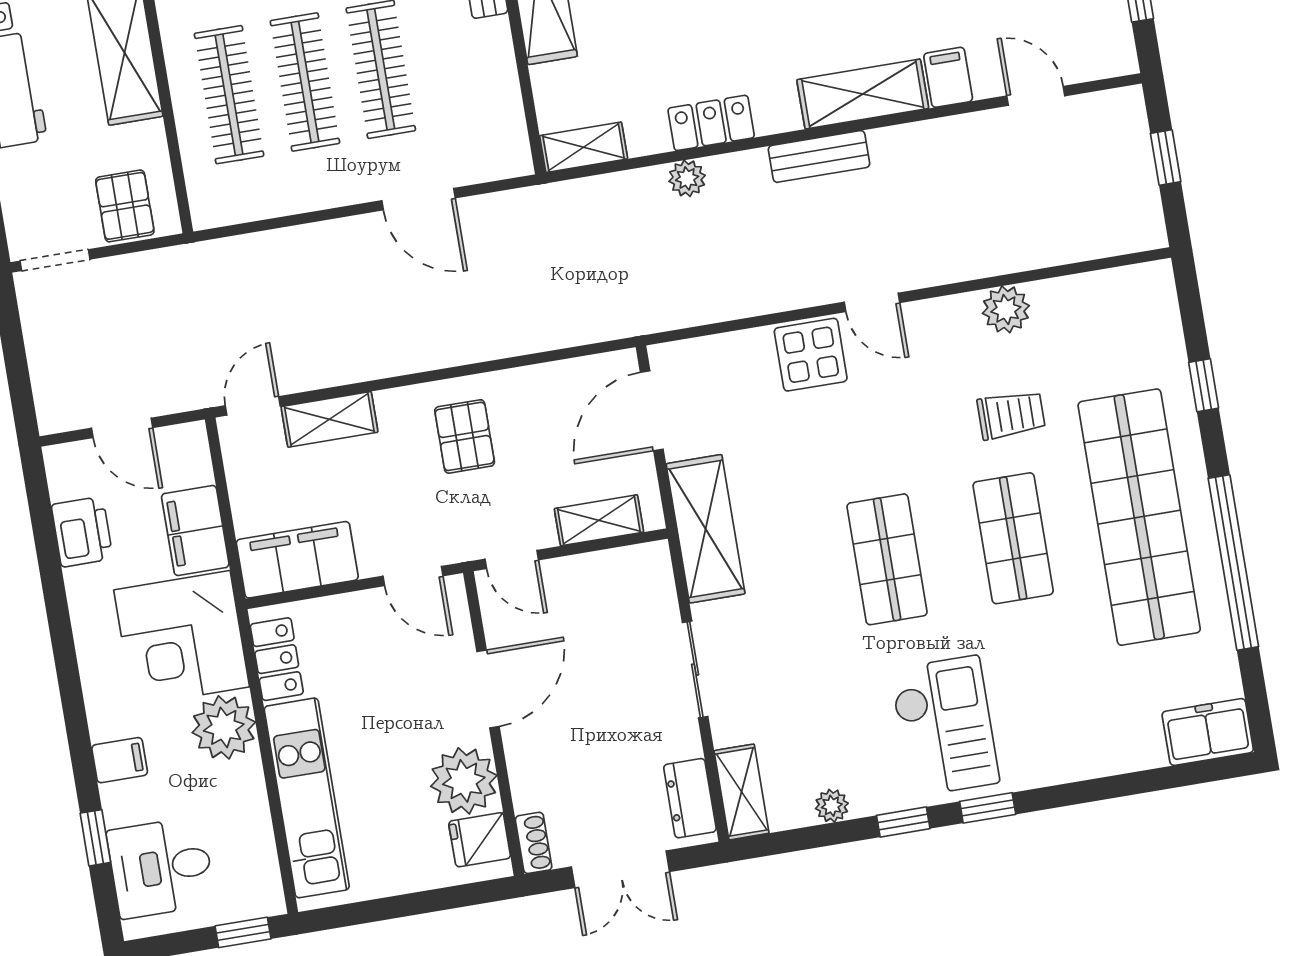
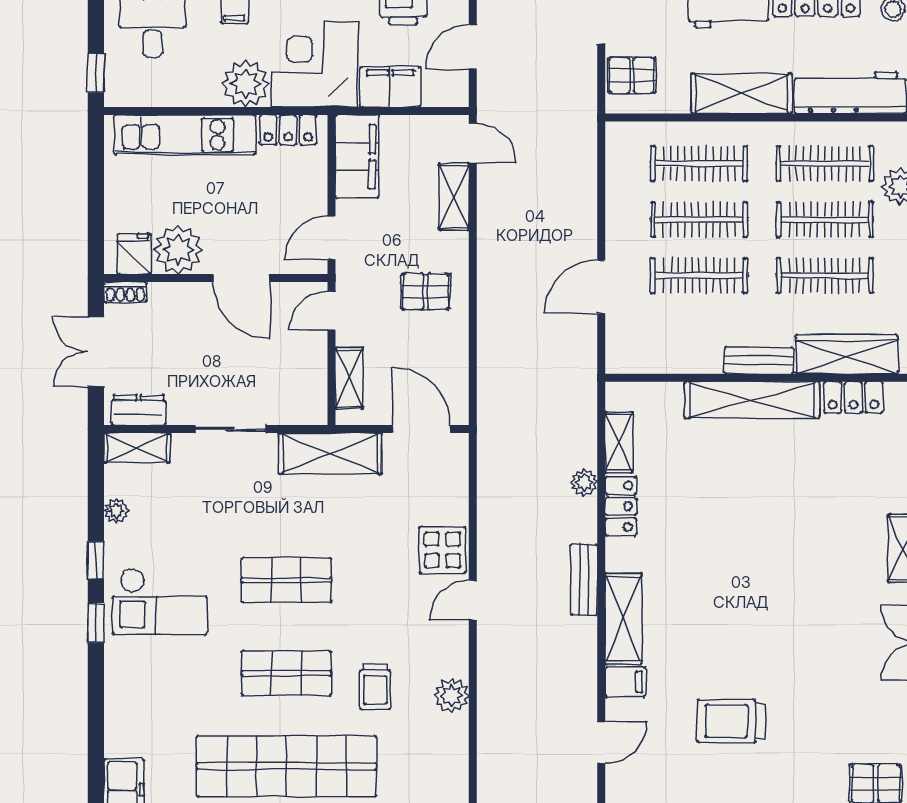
shelving: (584, 147) -> (619, 442), moved

